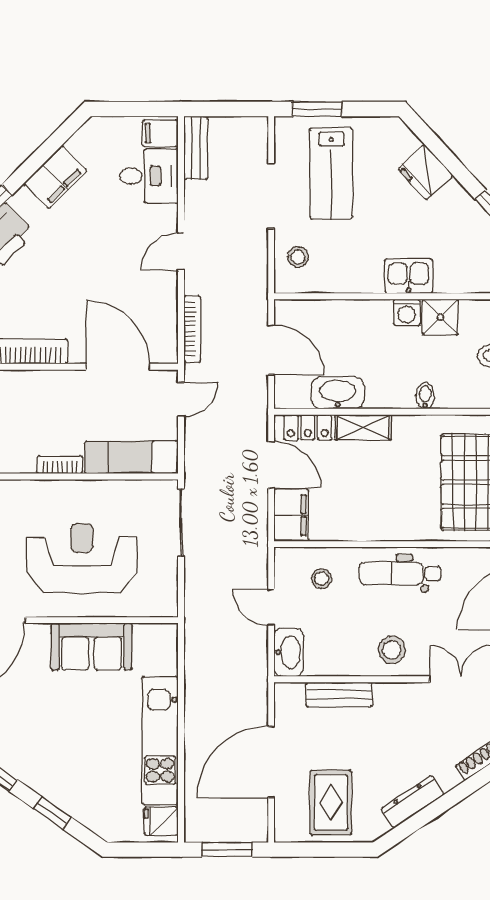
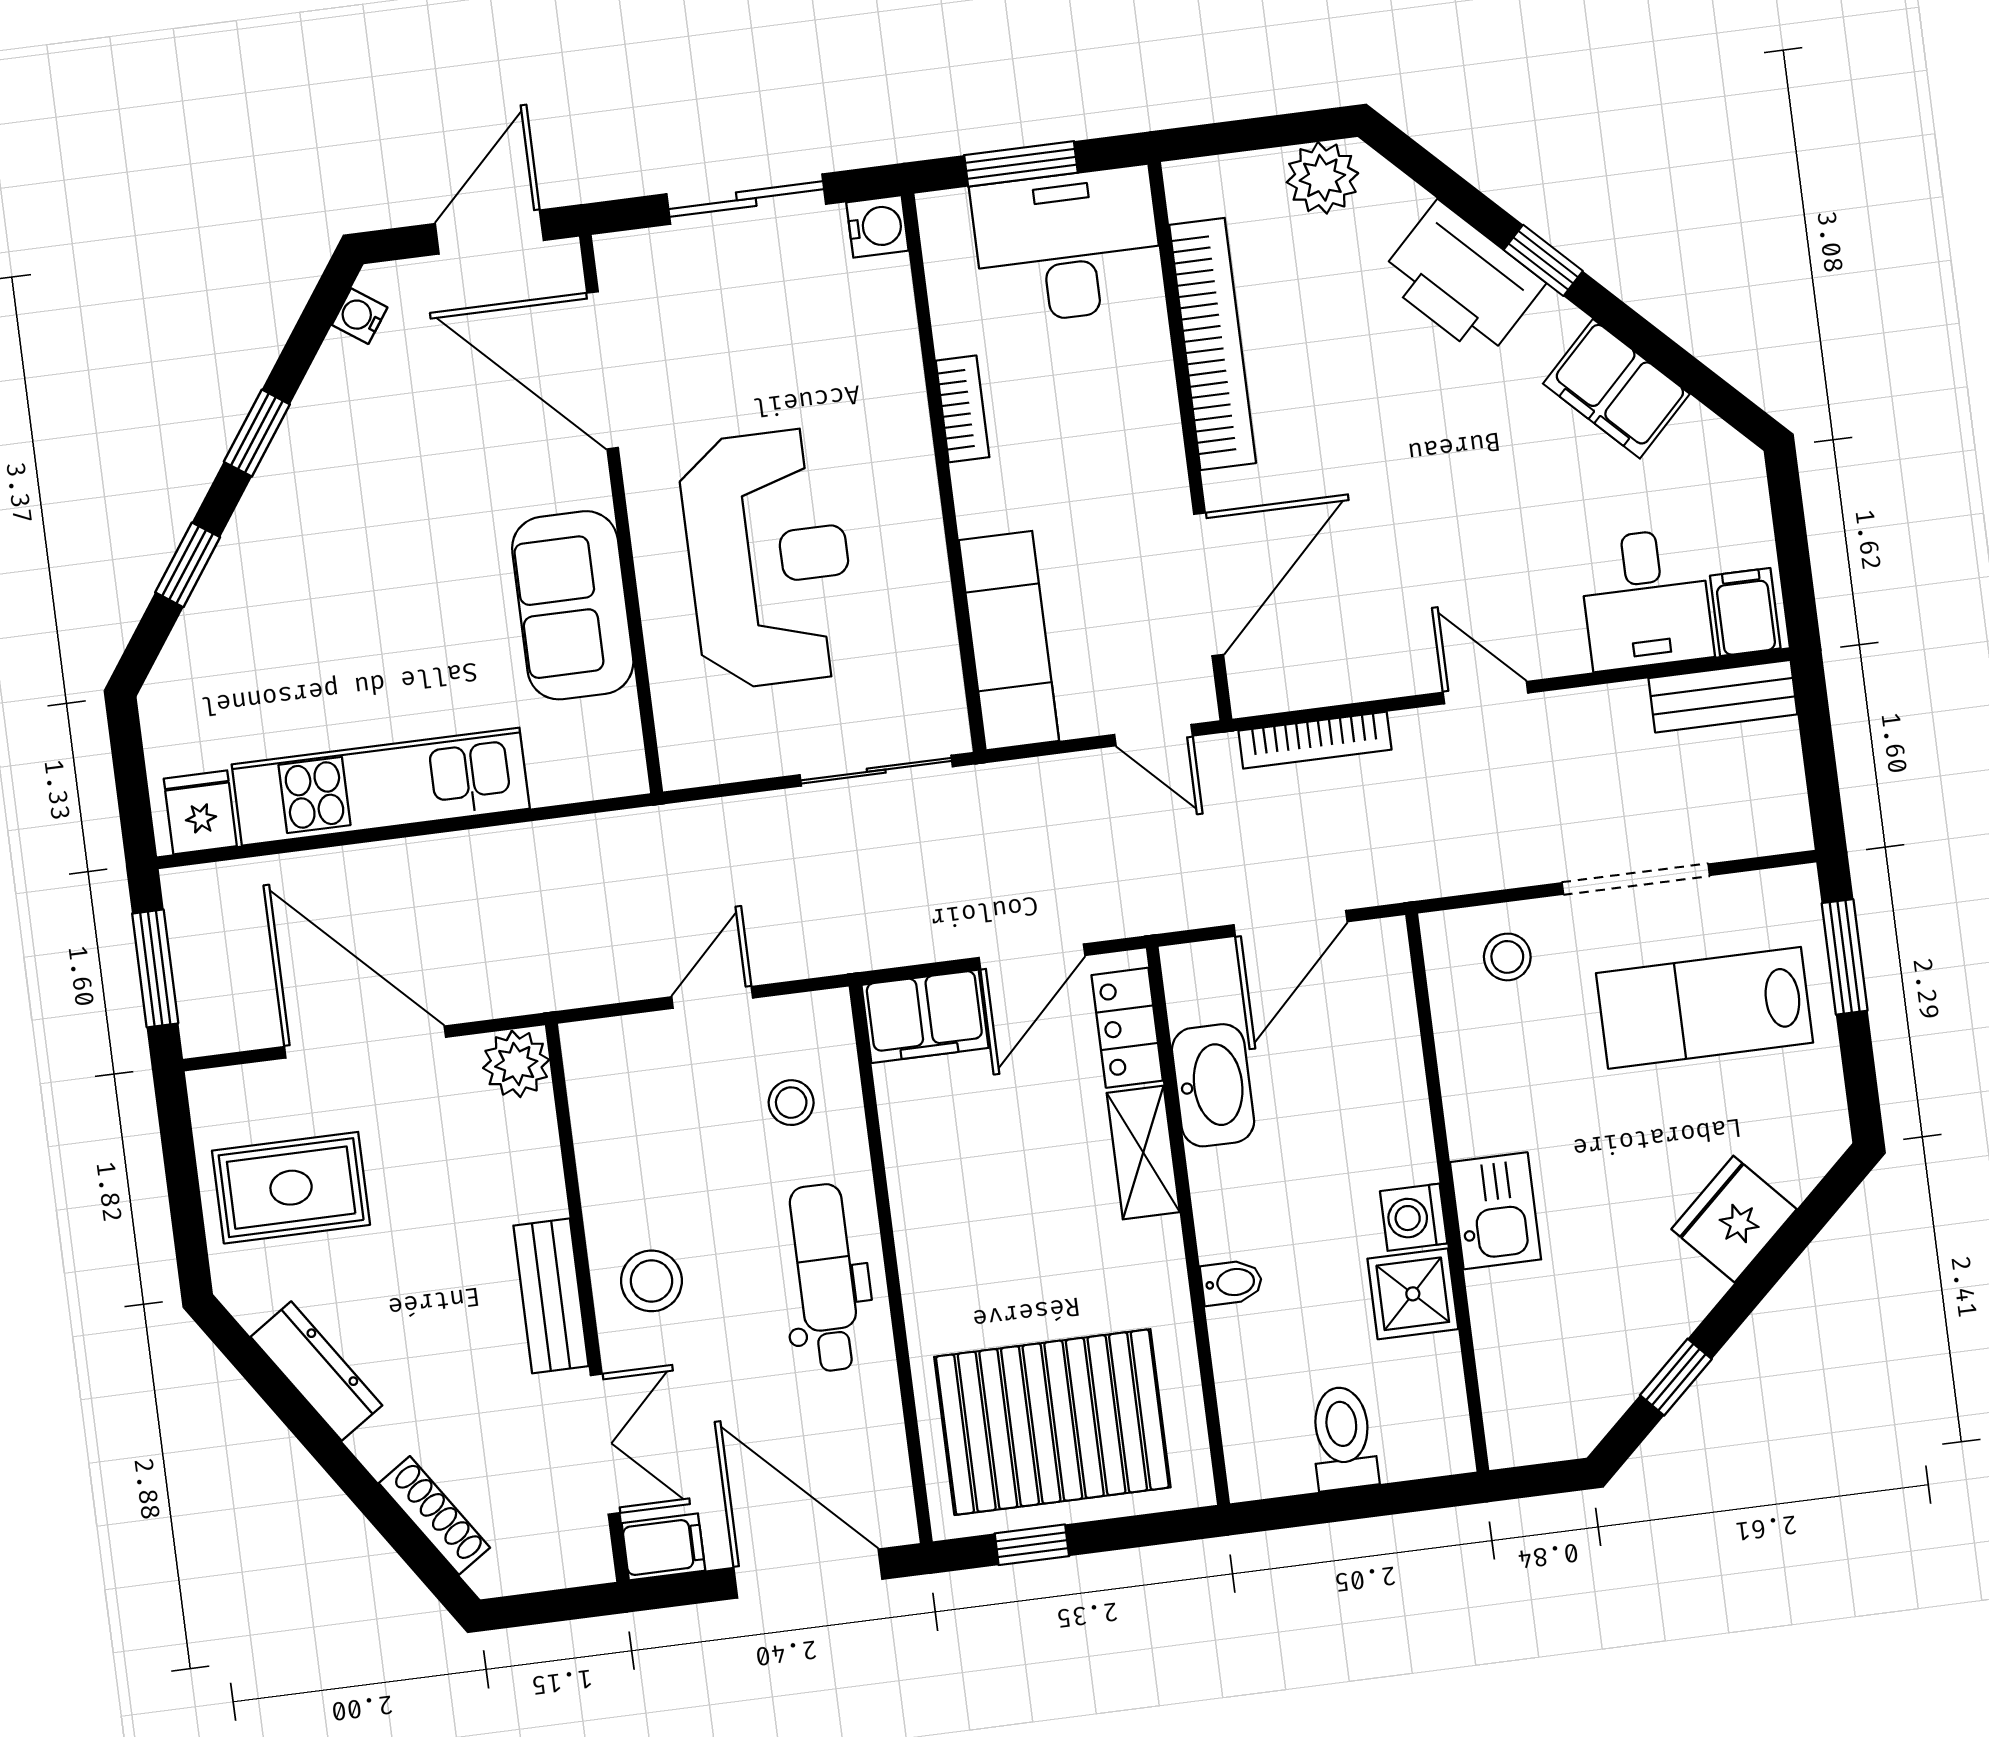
bookcase: (60, 465) -> (963, 409), moved
washbasin: (289, 652) -> (616, 1050), removed
bench: (339, 695) -> (551, 1296), moved
plant: (289, 697) -> (516, 1064), added

